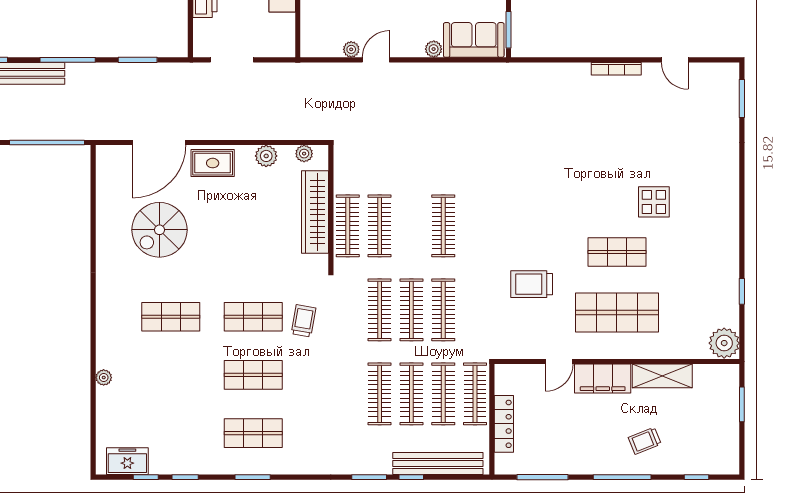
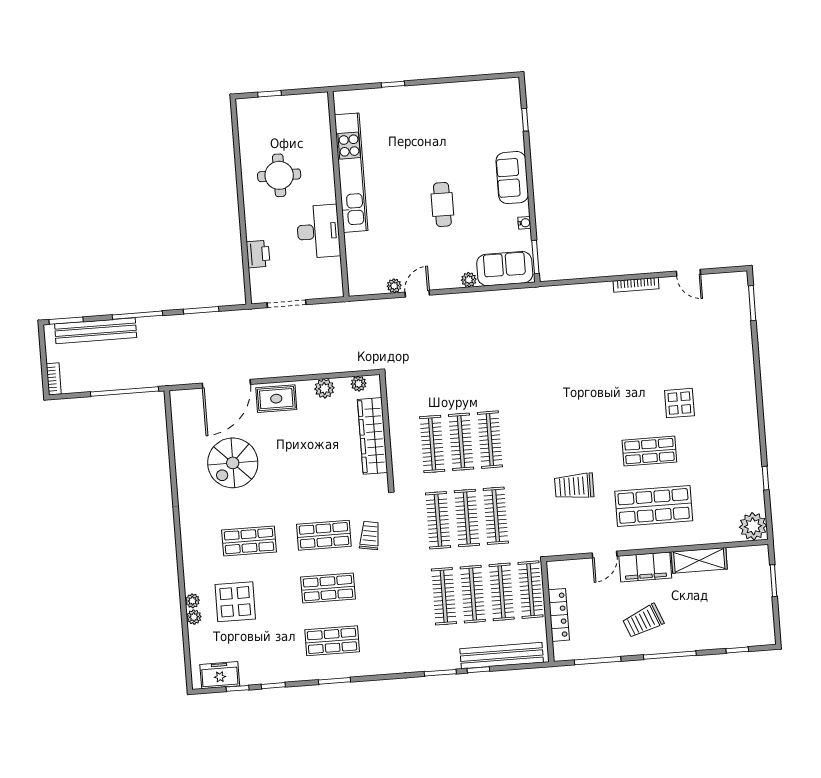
clothes rail: (348, 226) -> (461, 442), moved
display table: (151, 382) -> (235, 602), added
plant: (104, 395) -> (194, 617), added
trolley: (645, 441) -> (643, 621), moved, width x1.36, depth x1.39

